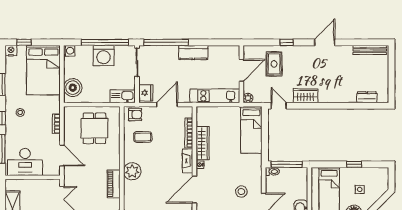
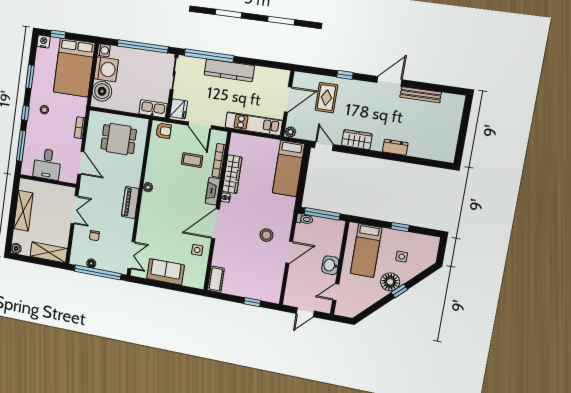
bench: (370, 50) -> (421, 95), moved
kitchen counter: (193, 53) -> (229, 70), width x1.50
washing machine: (104, 56) -> (106, 69), moved, turned -90
dresser: (367, 97) -> (395, 147), moved
door: (167, 105) -> (200, 125), swing flipped
dining table: (94, 128) -> (119, 139), turned 90
coffee table: (143, 137) -> (192, 160), moved
desk: (25, 162) -> (47, 164), width x0.73
plant: (132, 171) -> (148, 187), width x0.53, depth x0.53

